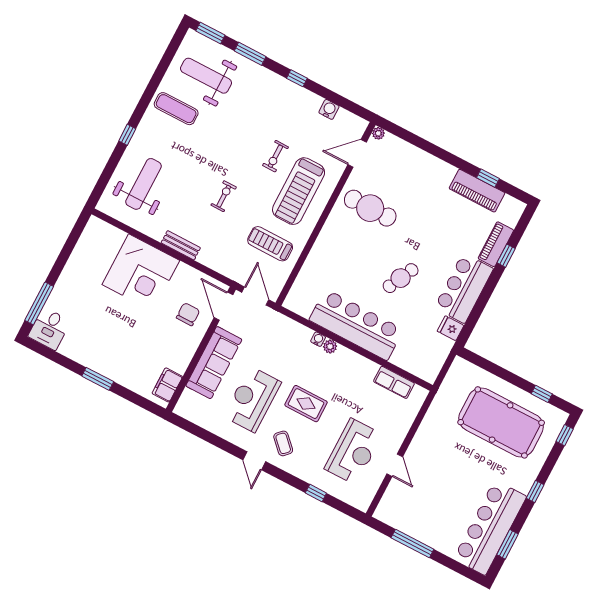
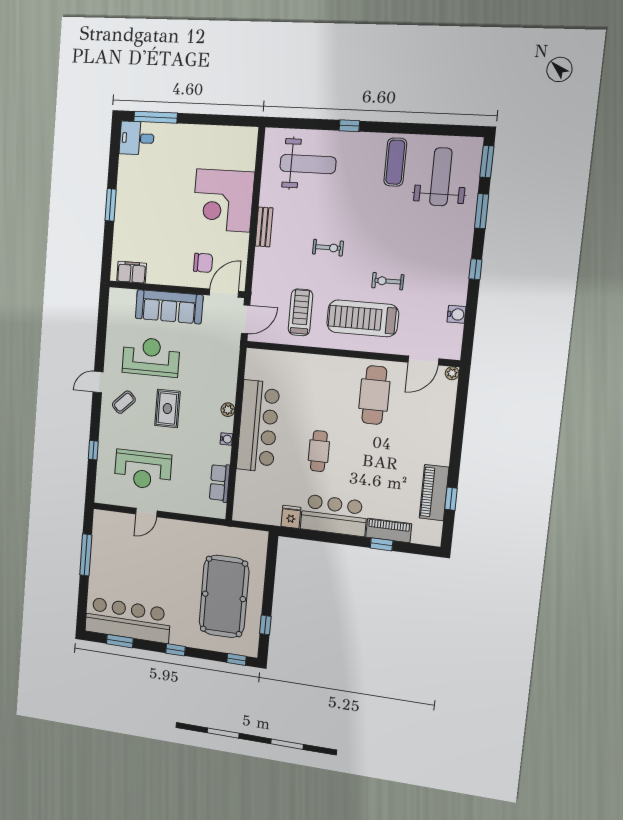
door: (357, 153) -> (423, 360), swing flipped
cafe table: (401, 278) -> (319, 451), turned 64
water cooler: (318, 339) -> (226, 439), moved

